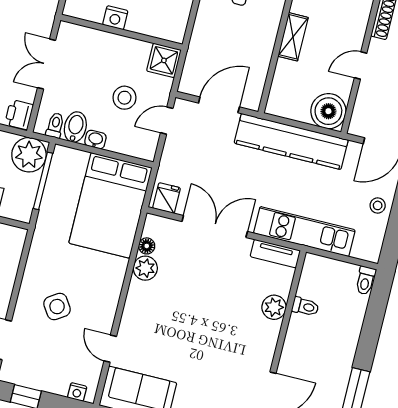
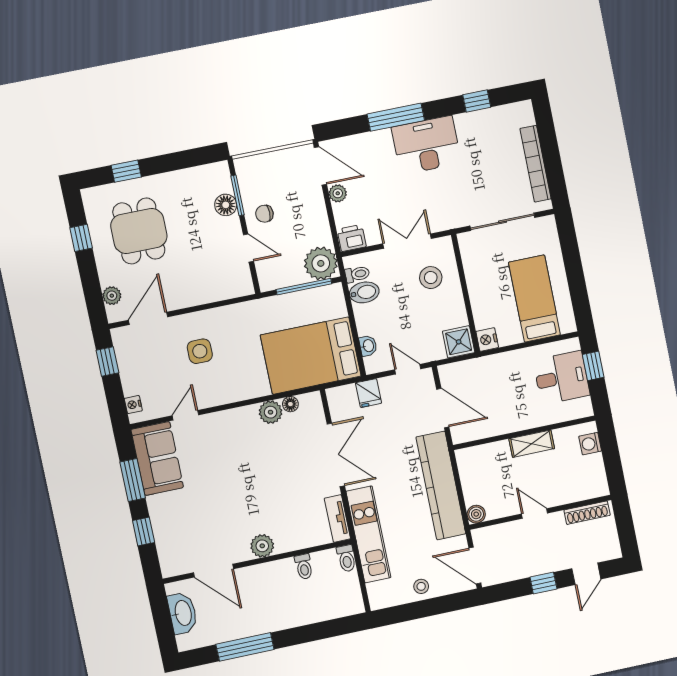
nightstand: (115, 18) -> (487, 339), moved
stool: (125, 98) -> (431, 278), moved
boiler: (328, 111) -> (476, 514), width x0.54, depth x0.54
washbasin: (95, 140) -> (368, 346), moved
fridge: (167, 198) -> (368, 393), moved, turned 90
toilet: (365, 280) -> (346, 558), moved, turned -90
side table: (57, 307) -> (200, 351), turned 33
plant: (274, 307) -> (262, 546), moved

